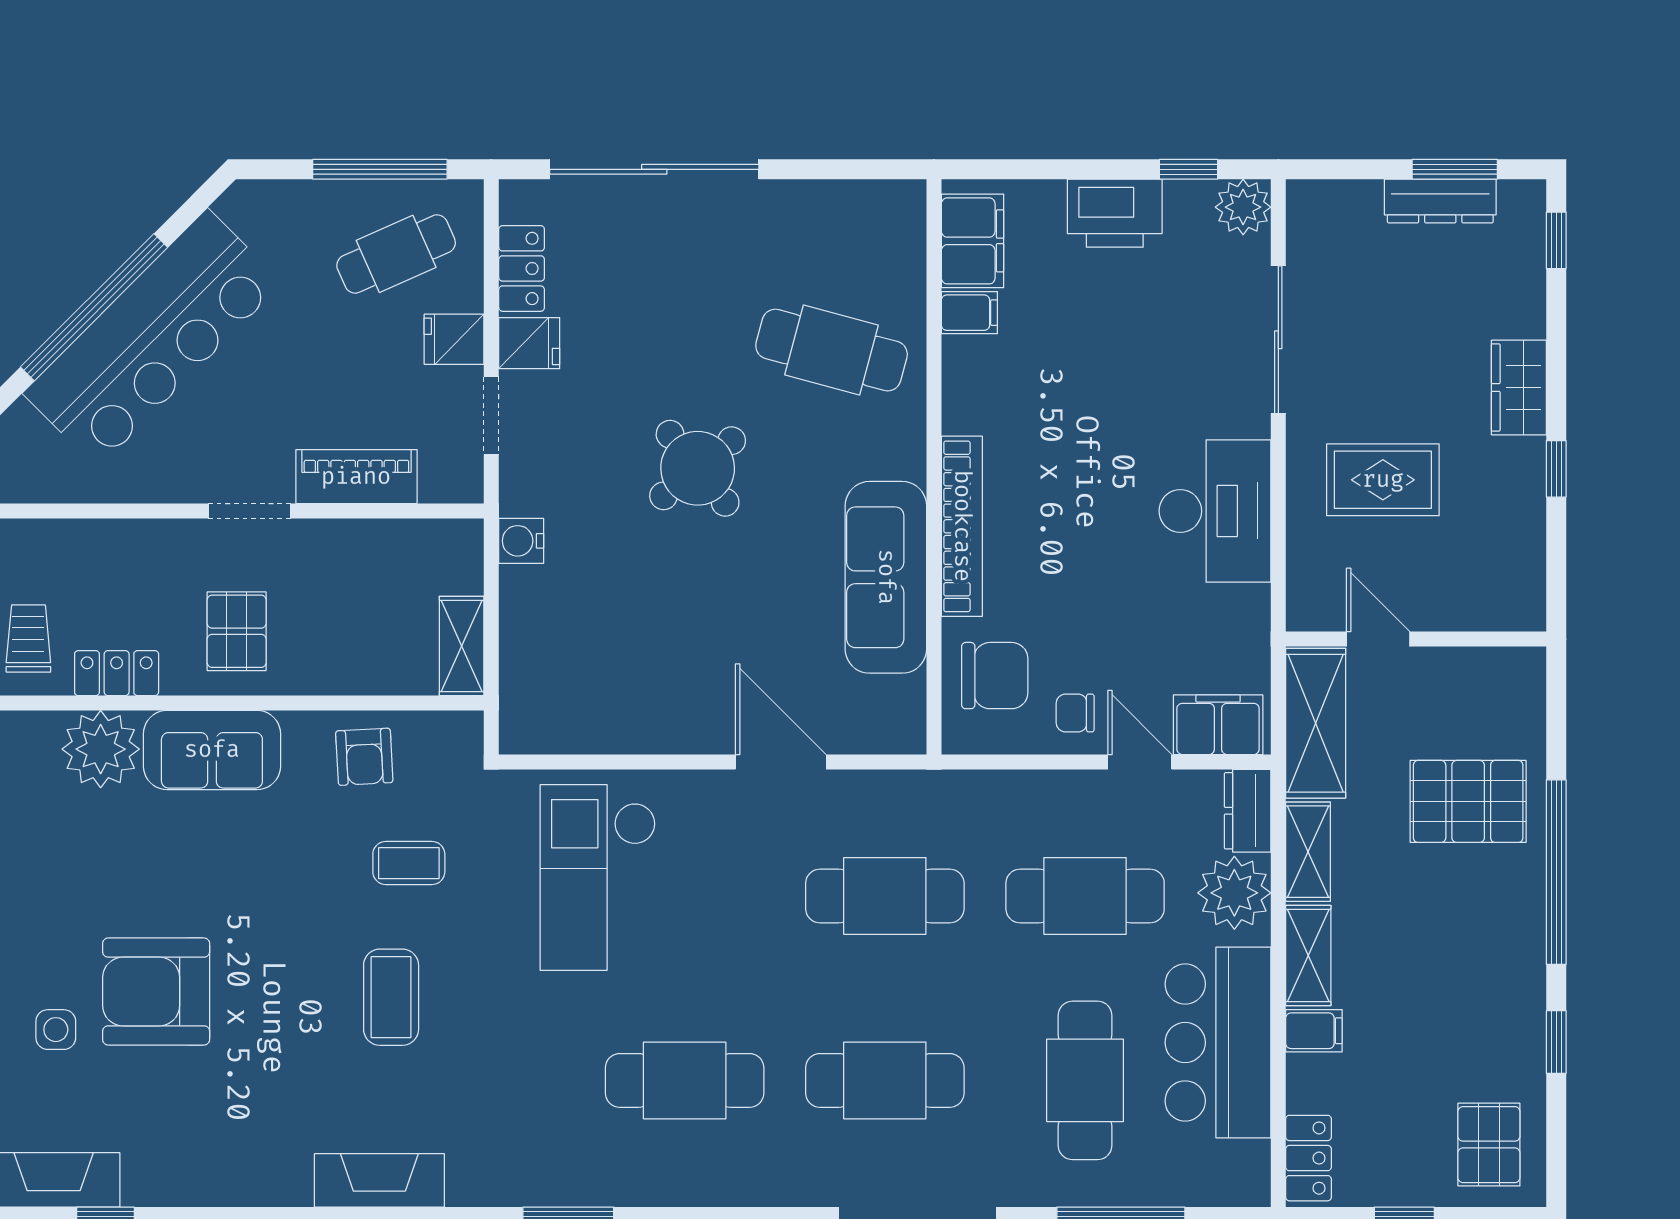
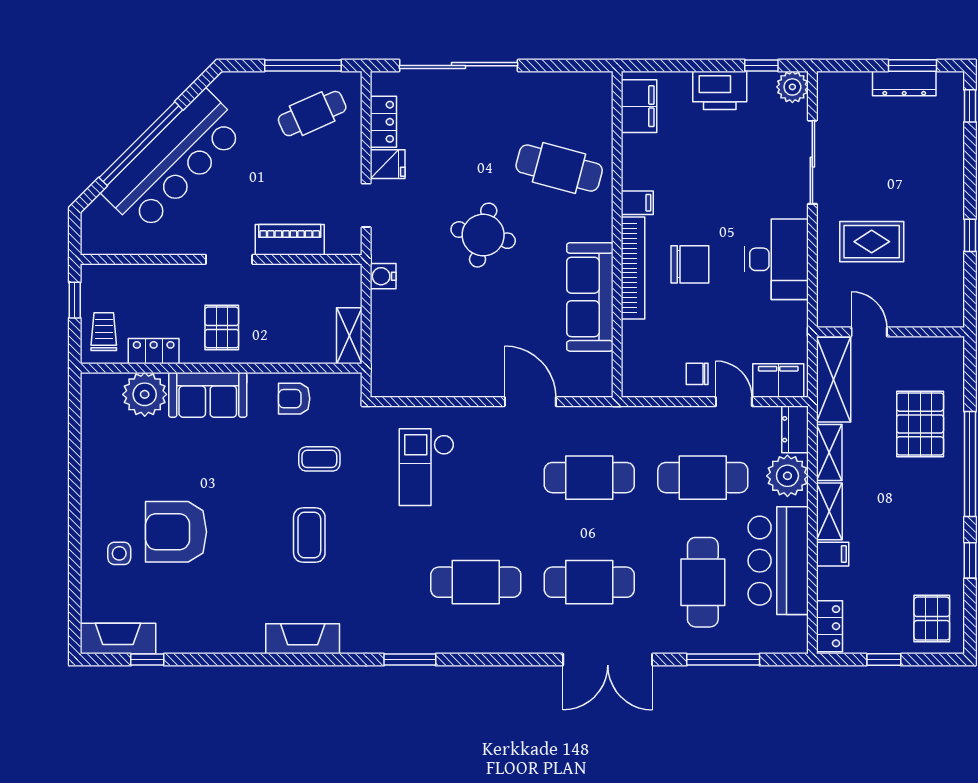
filing cabinet: (969, 313) -> (637, 203), moved
fridge: (454, 339) -> (345, 162), removed
wardrobe: (1519, 387) -> (949, 189), removed
round table: (698, 468) -> (483, 235), turned -38
chair: (995, 676) -> (690, 264), moved
armchair: (364, 757) -> (294, 399), turned 93
pallet: (1468, 801) -> (920, 424), turned 90
checkout: (598, 877) -> (427, 467), width x0.73, depth x0.83

